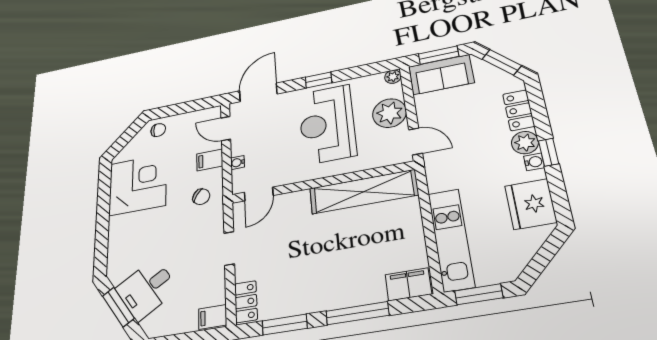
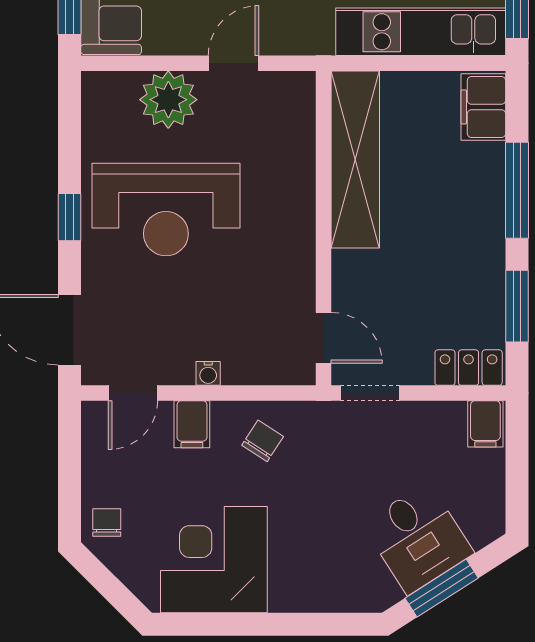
plant: (393, 77) -> (95, 85), removed
wall: (321, 182) -> (324, 228), moved
shelving: (363, 192) -> (355, 159), moved
door: (259, 194) -> (324, 338), moved

